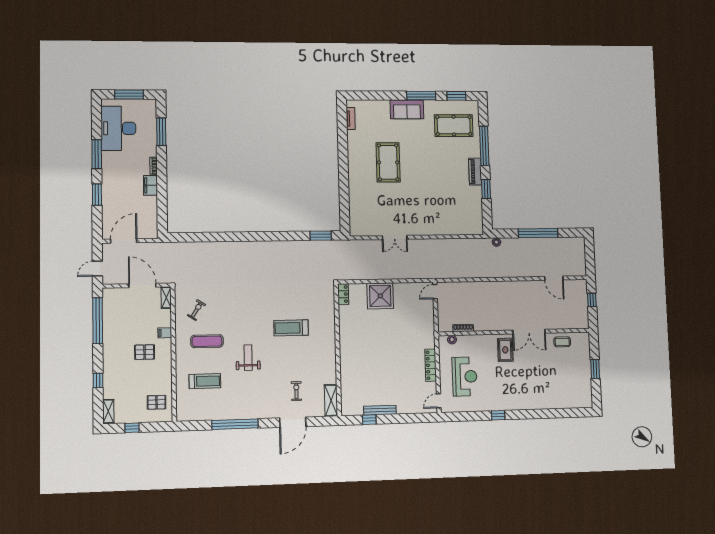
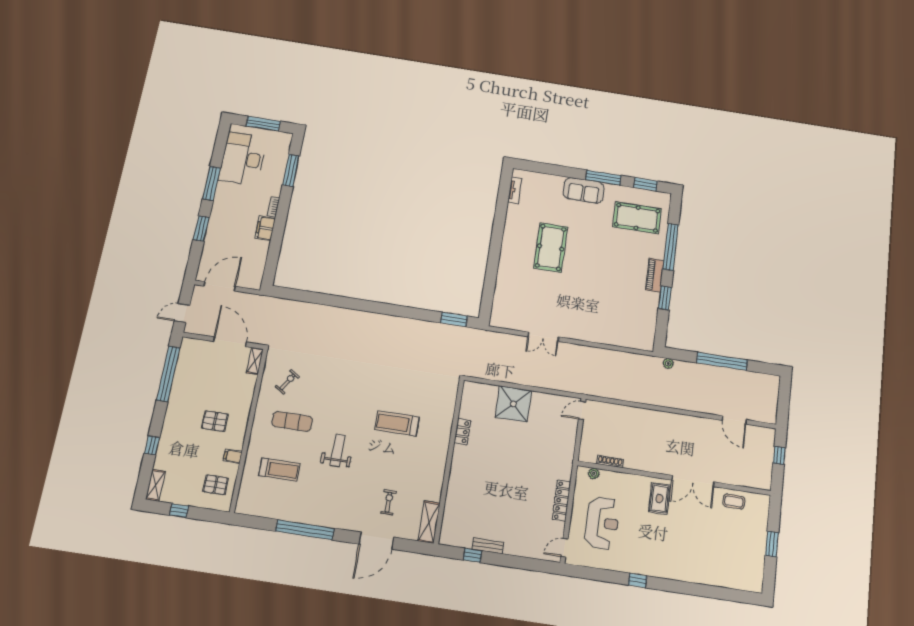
locker: (343, 294) -> (462, 432), moved
filing cabinet: (165, 333) -> (233, 456), moved
bench: (380, 410) -> (488, 546), width x0.73

